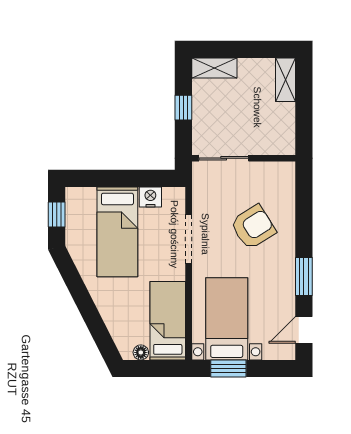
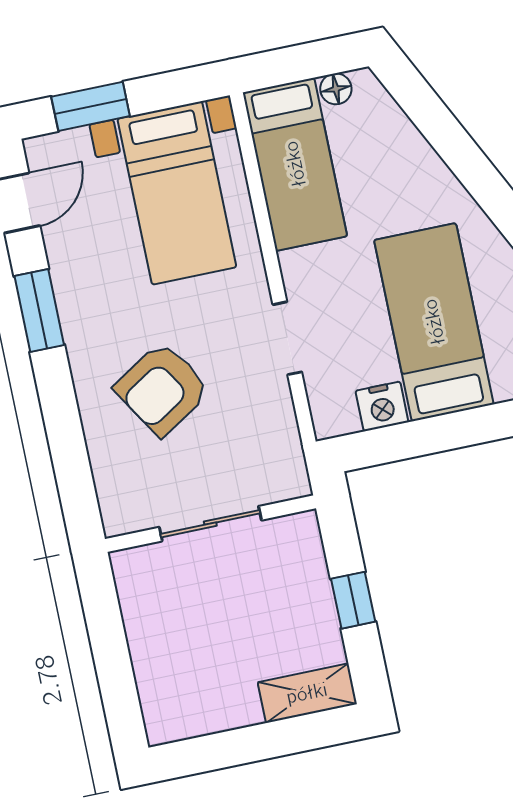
shelving: (286, 80) -> (159, 700), removed
sliding door: (224, 158) -> (210, 524), moved
doorway: (189, 239) -> (287, 338), width x0.73
window: (228, 368) -> (91, 106), moved

